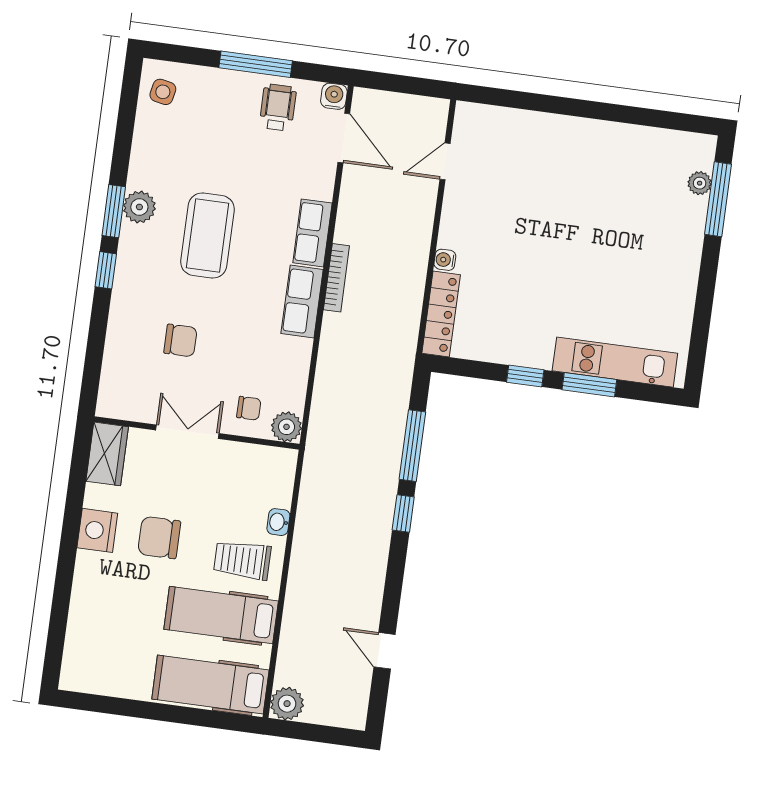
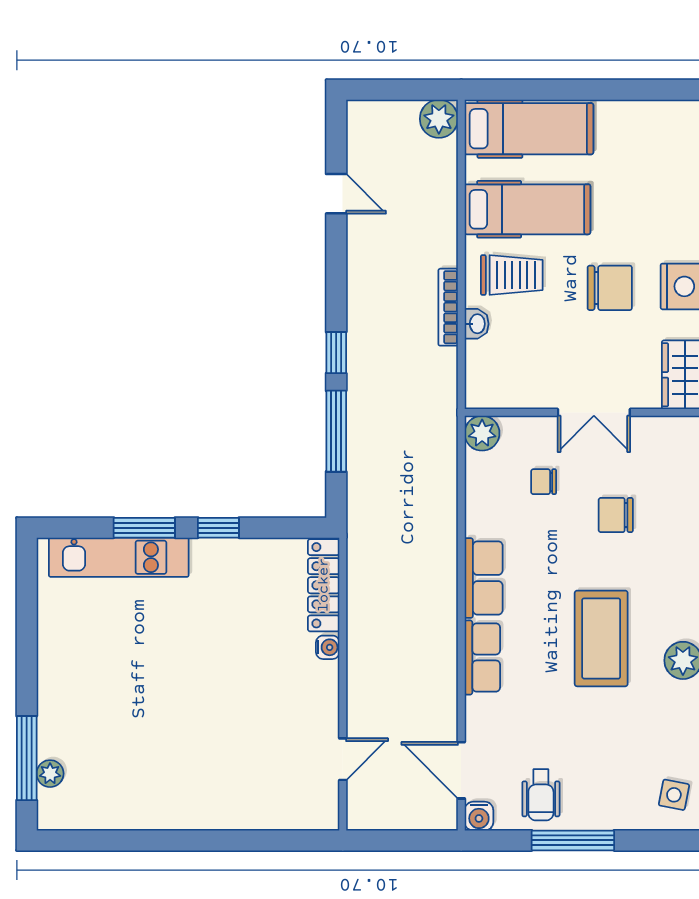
bookcase: (336, 278) -> (448, 307), moved
chair: (249, 408) -> (544, 482), moved

